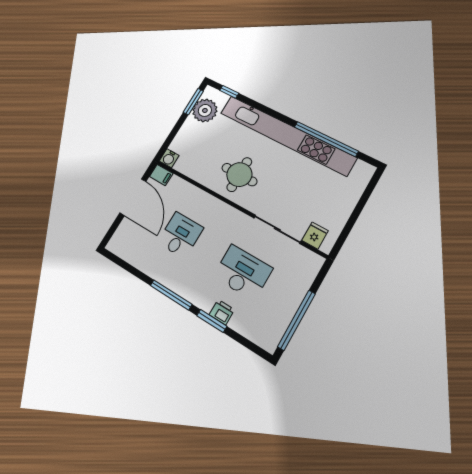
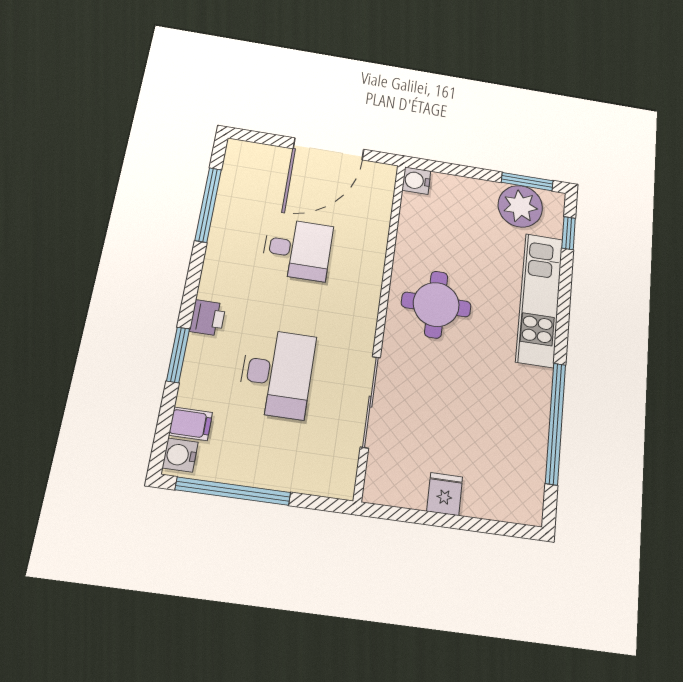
kitchen unit: (287, 135) -> (539, 300), width x0.54
filing cabinet: (161, 175) -> (191, 424), moved, turned -90
fridge: (315, 236) -> (445, 494), moved, turned -90
window: (171, 295) -> (208, 205), moved
printer: (222, 312) -> (208, 318), moved
water cooler: (266, 341) -> (180, 455), added

